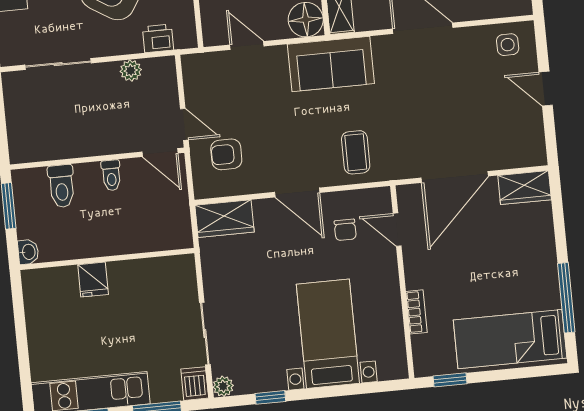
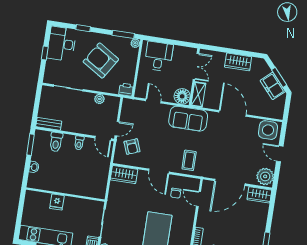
printer: (158, 38) -> (126, 90), moved
side table: (508, 45) -> (268, 130), width x1.87, depth x1.87
door: (184, 124) -> (117, 129), hinge flipped
plant: (527, 145) -> (265, 176), added
bench: (36, 152) -> (49, 124), added
armchair: (226, 154) -> (132, 147), turned -111
wall: (107, 259) -> (65, 195), moved
fridge: (93, 280) -> (57, 202), moved

